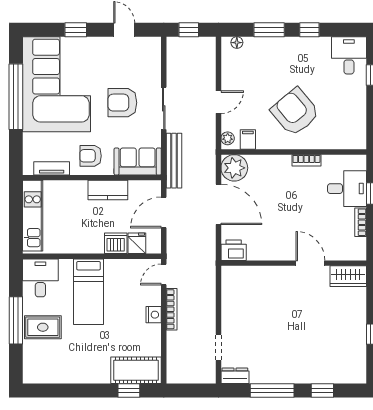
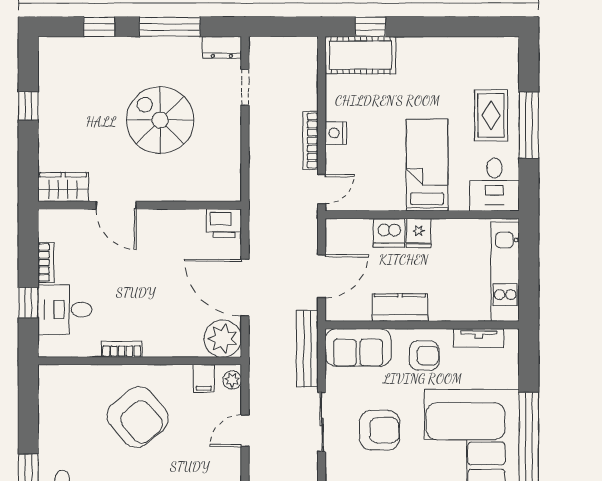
fridge: (137, 243) -> (419, 233), moved
spiral stairs: (279, 324) -> (160, 120), added
rug: (43, 327) -> (491, 115), turned 90

